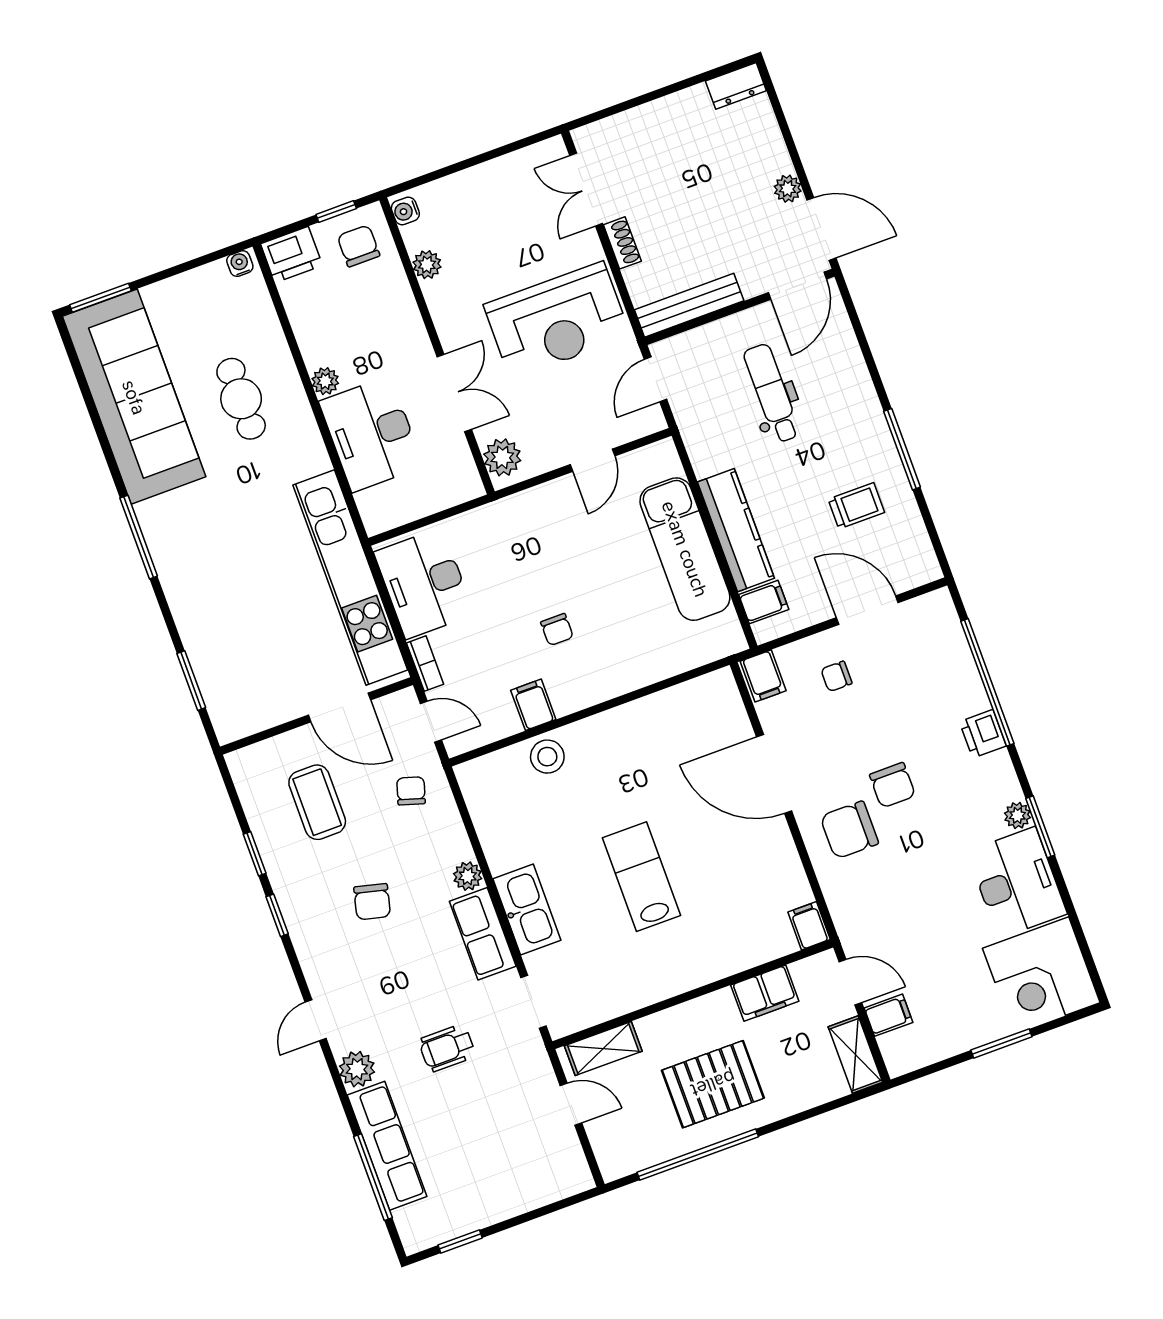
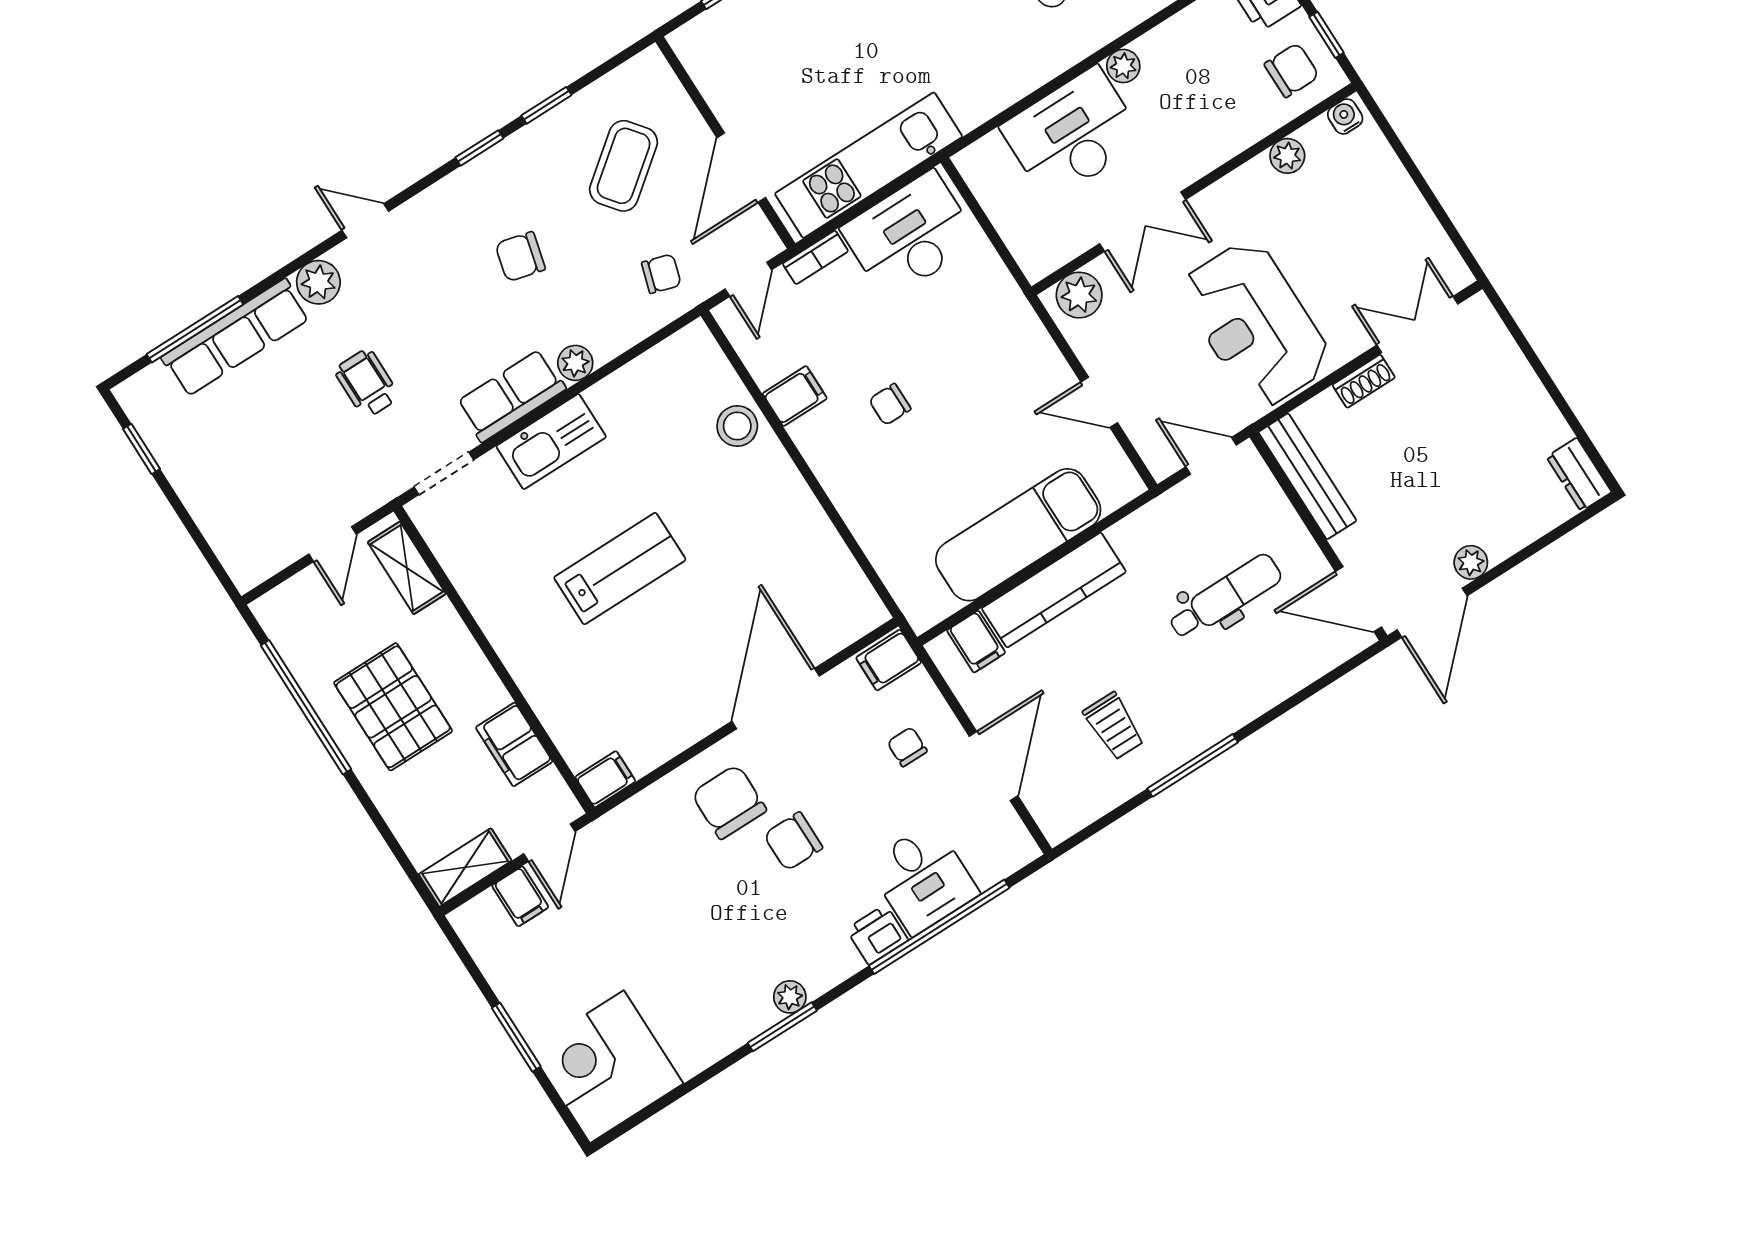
kitchen unit: (350, 578) -> (869, 165), width x0.73
coffee table: (317, 802) -> (624, 166), turned -38
desk: (1017, 883) -> (923, 878), moved, width x0.73

